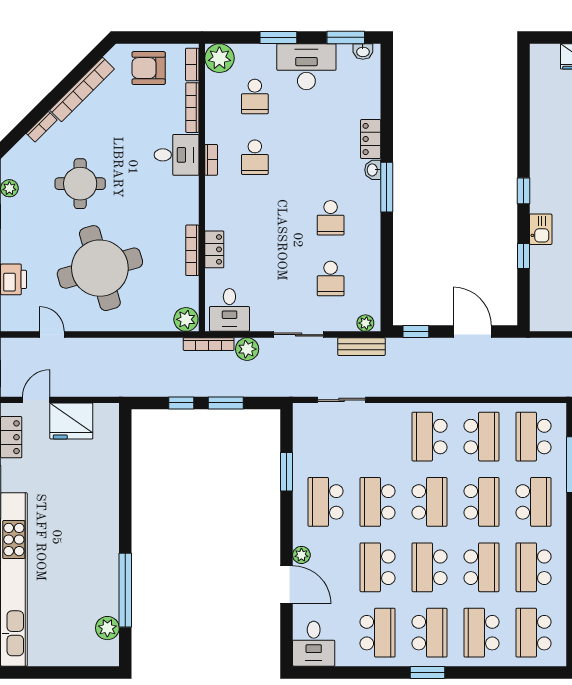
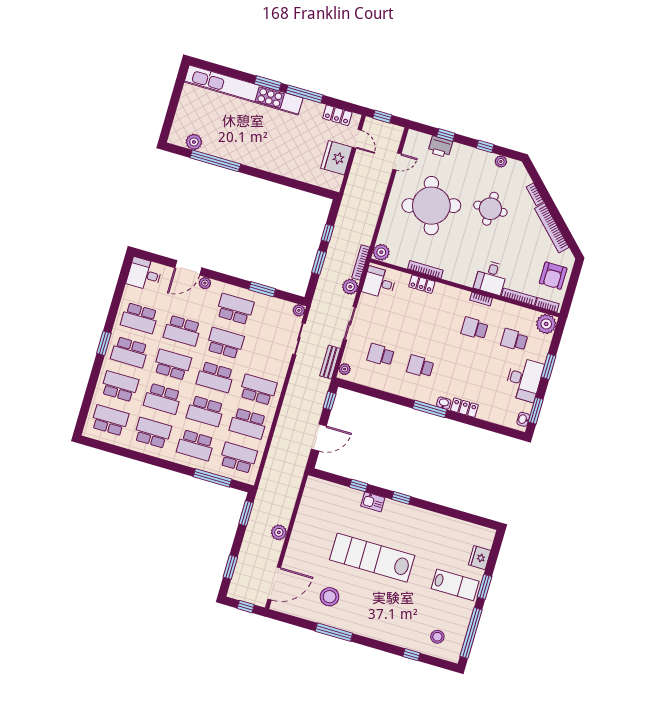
armchair: (149, 68) -> (553, 276), turned 180
plant: (301, 412) -> (299, 310), added
school desk: (378, 567) -> (182, 331), turned 180

